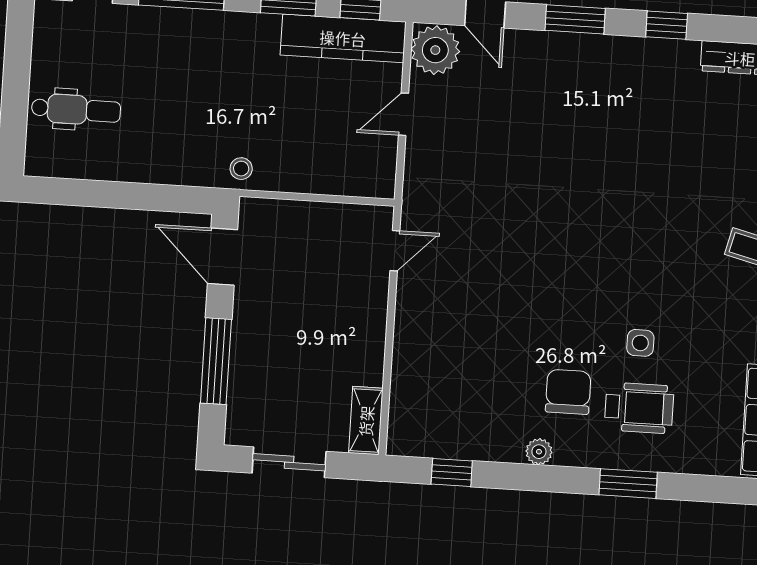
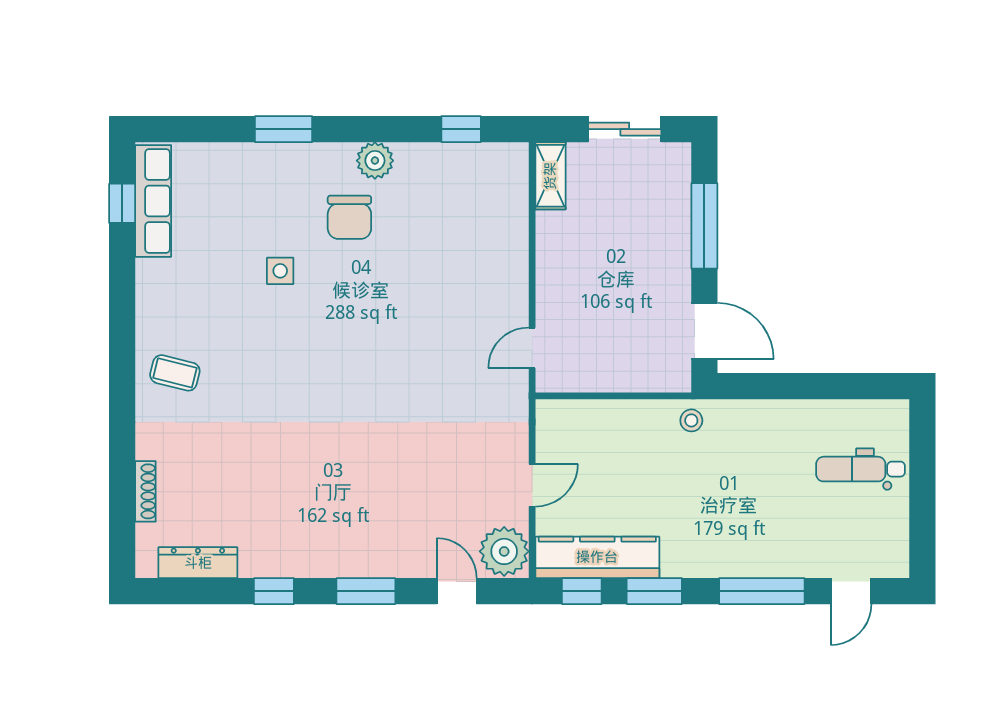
wheelchair: (639, 408) -> (277, 206), removed
plant: (539, 452) -> (375, 161), width x1.38, depth x1.38

